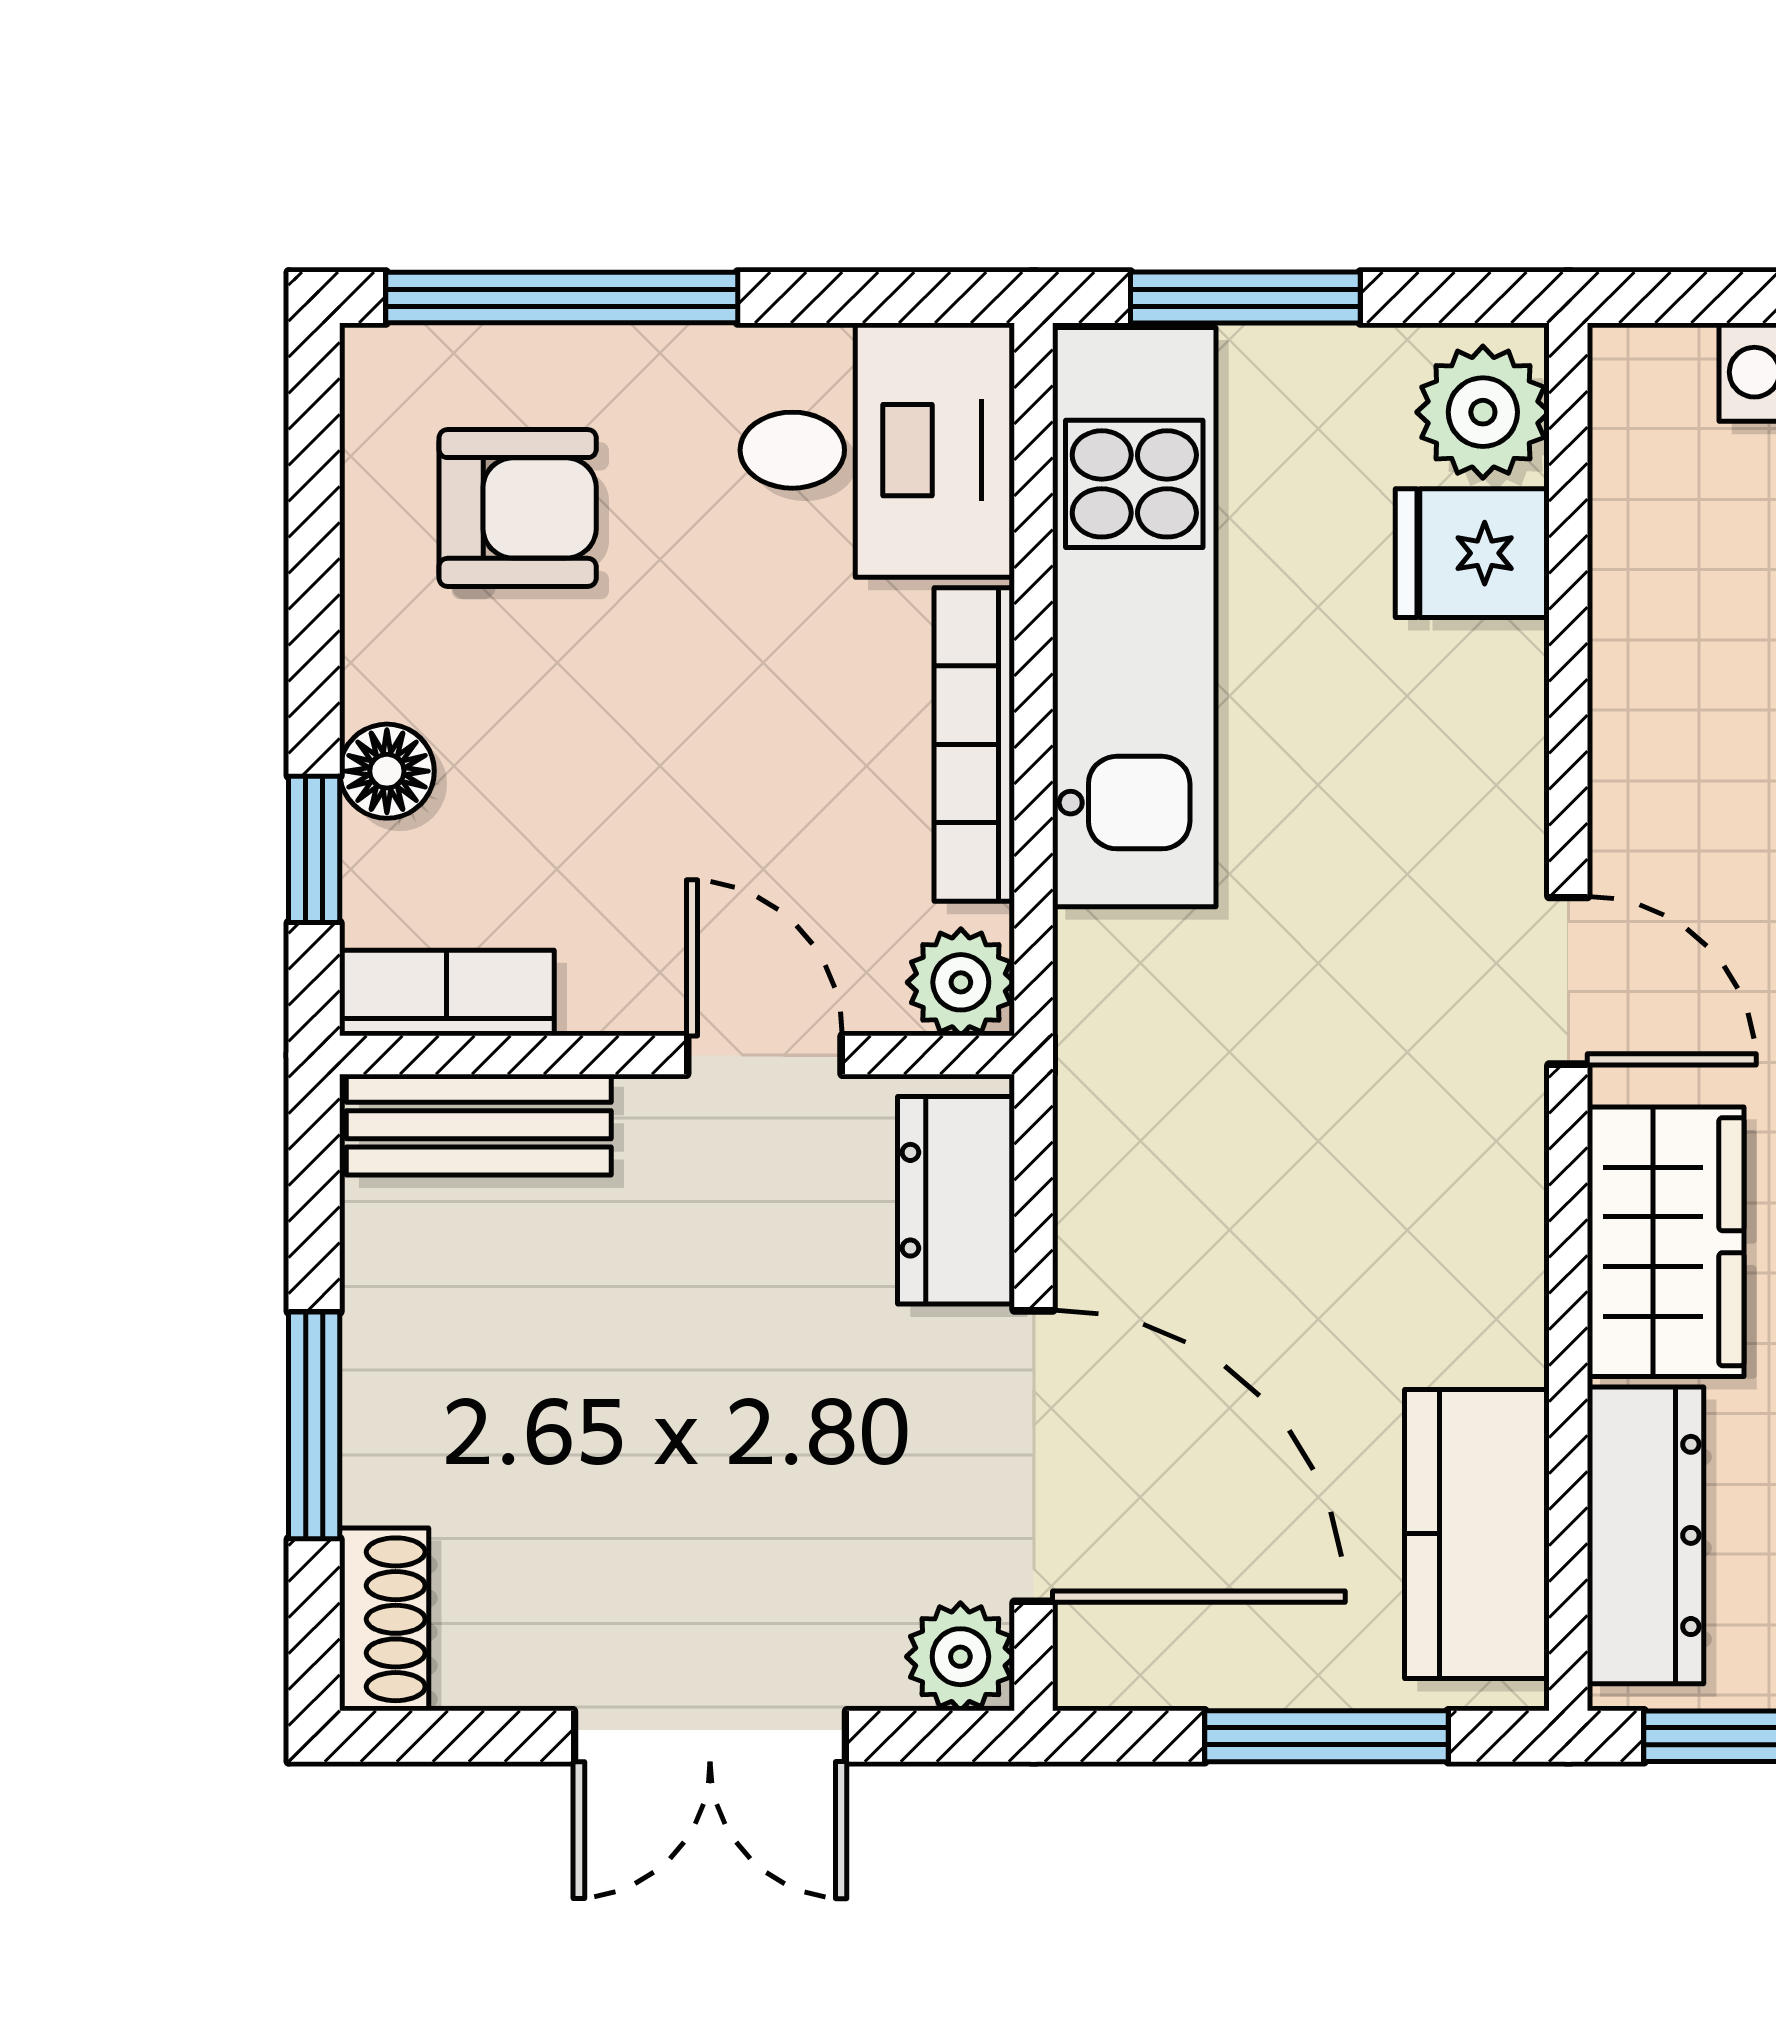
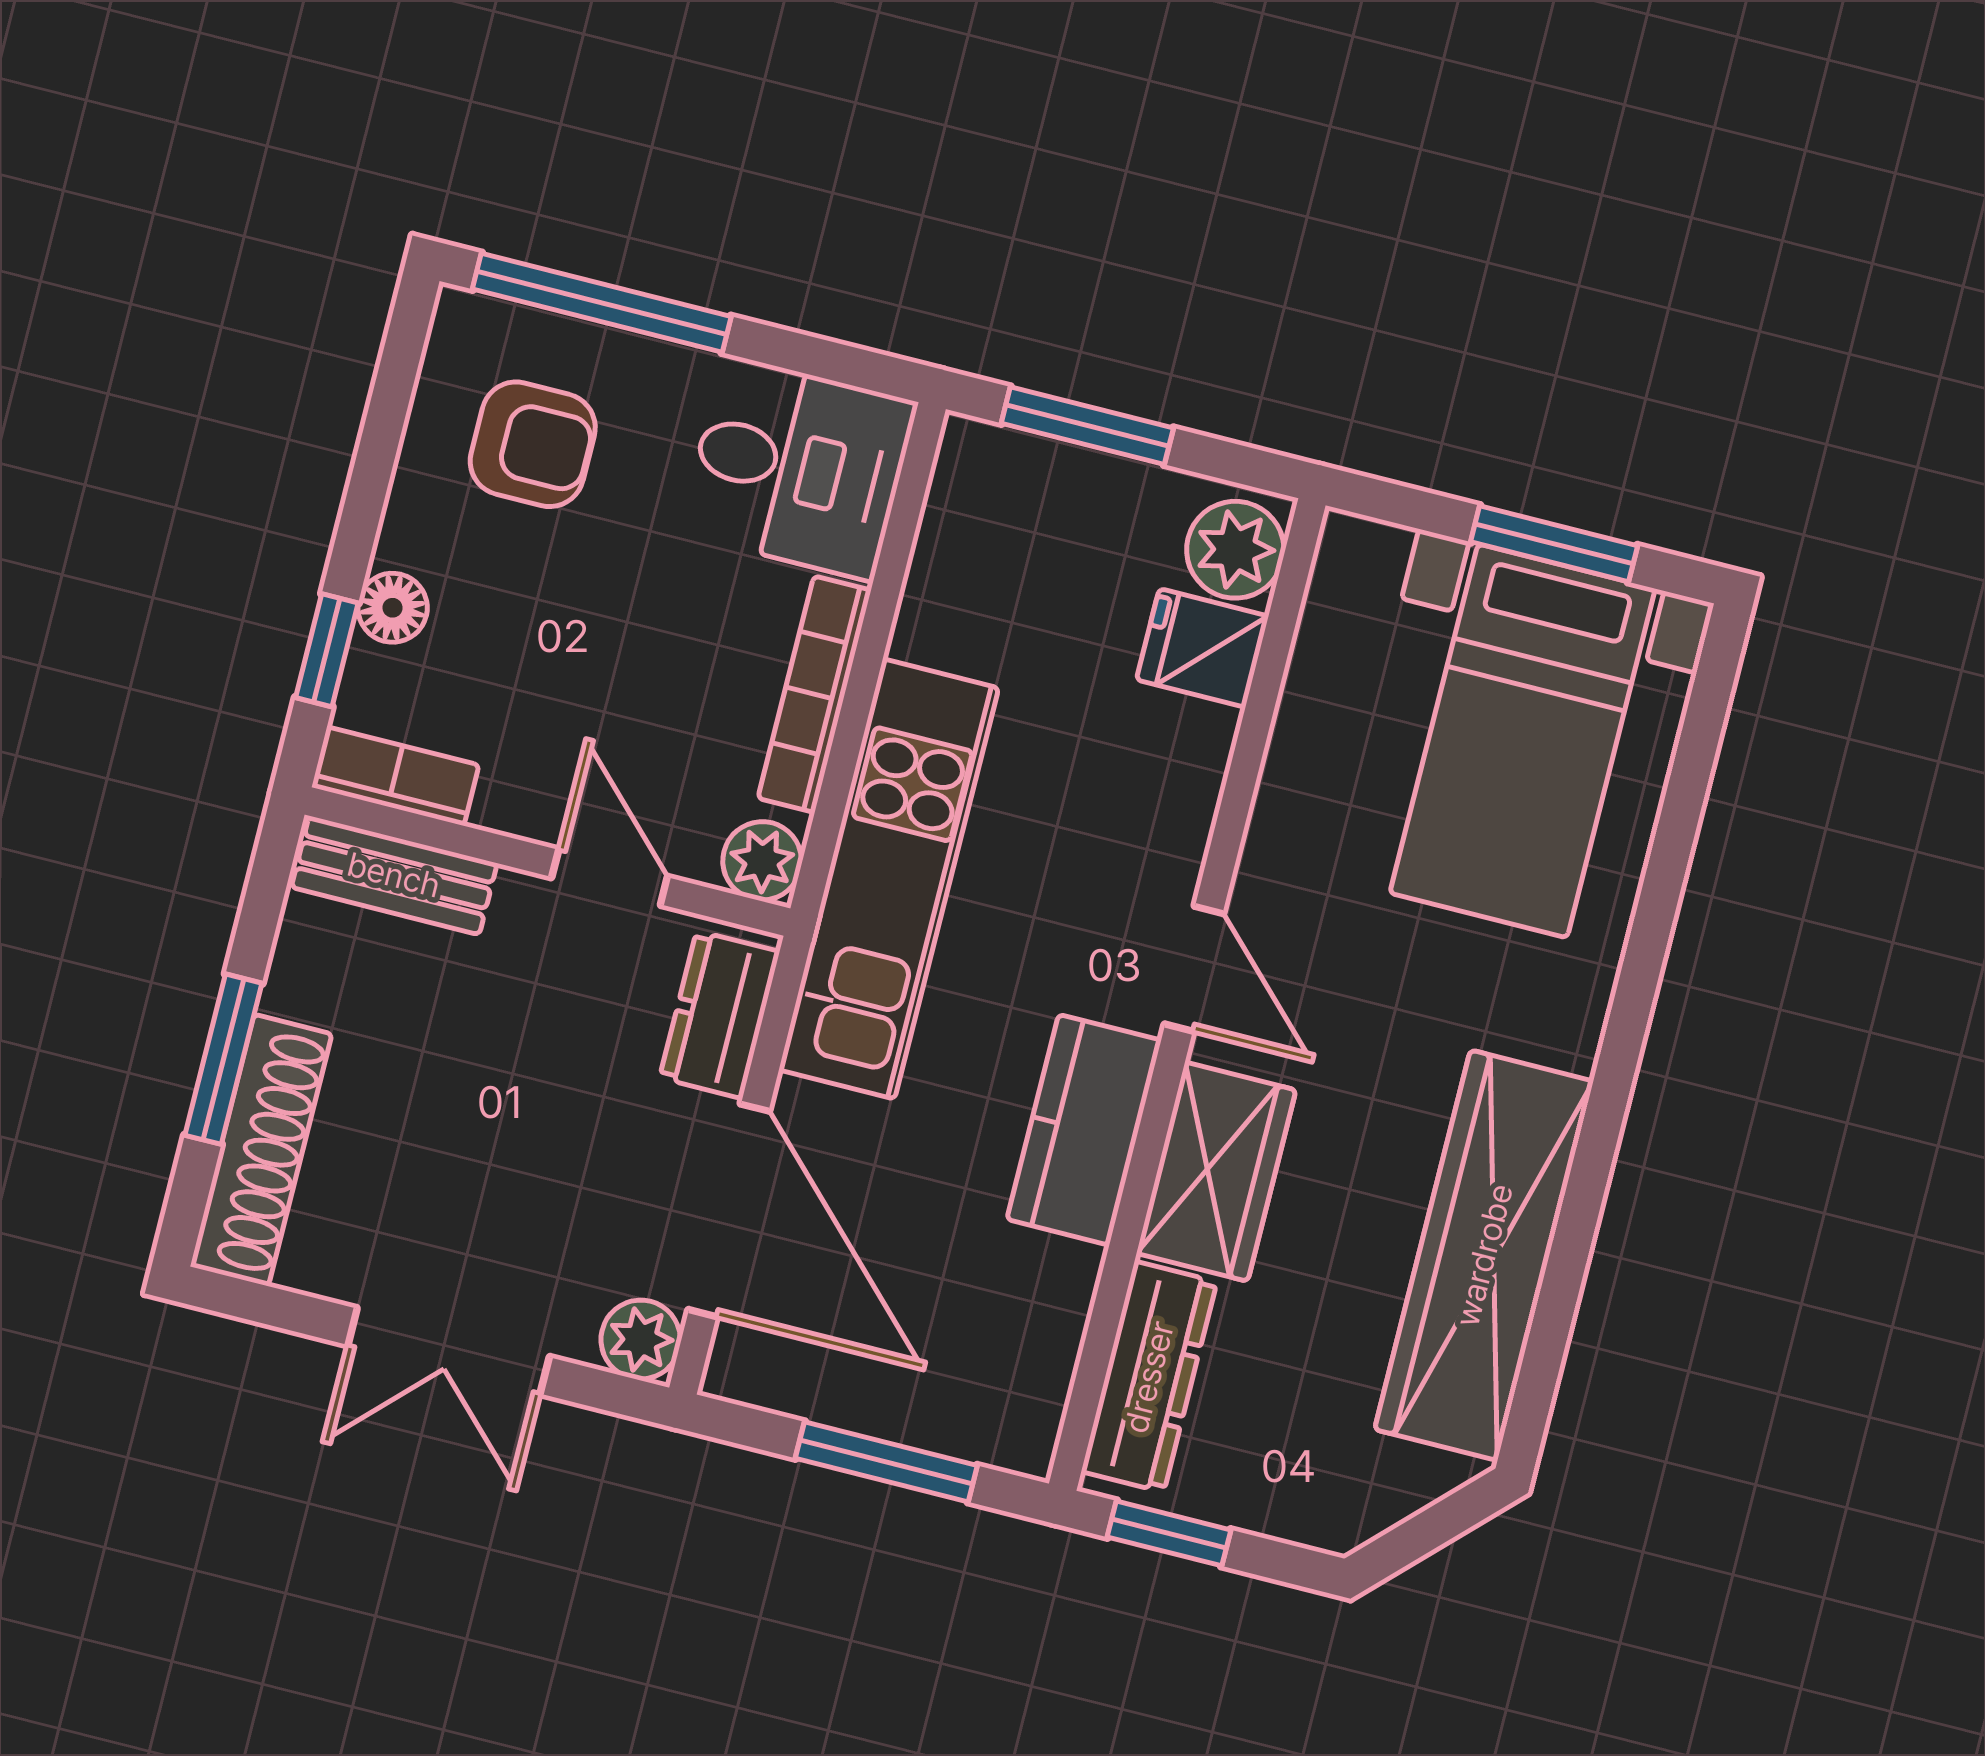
kitchen unit: (1134, 617) -> (889, 879), moved
kitchen counter: (1477, 1534) -> (1084, 1130), moved
shoe rack: (384, 1619) -> (261, 1150), width x1.94, depth x1.24

